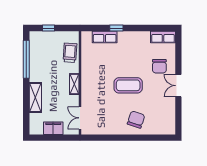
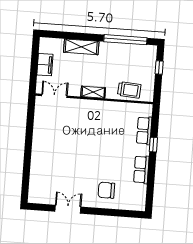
row of seats: (163, 37) -> (141, 170), moved
coffee table: (128, 85) -> (87, 153), removed
double door: (178, 86) -> (68, 209), moved
chair: (136, 120) -> (48, 159), removed

